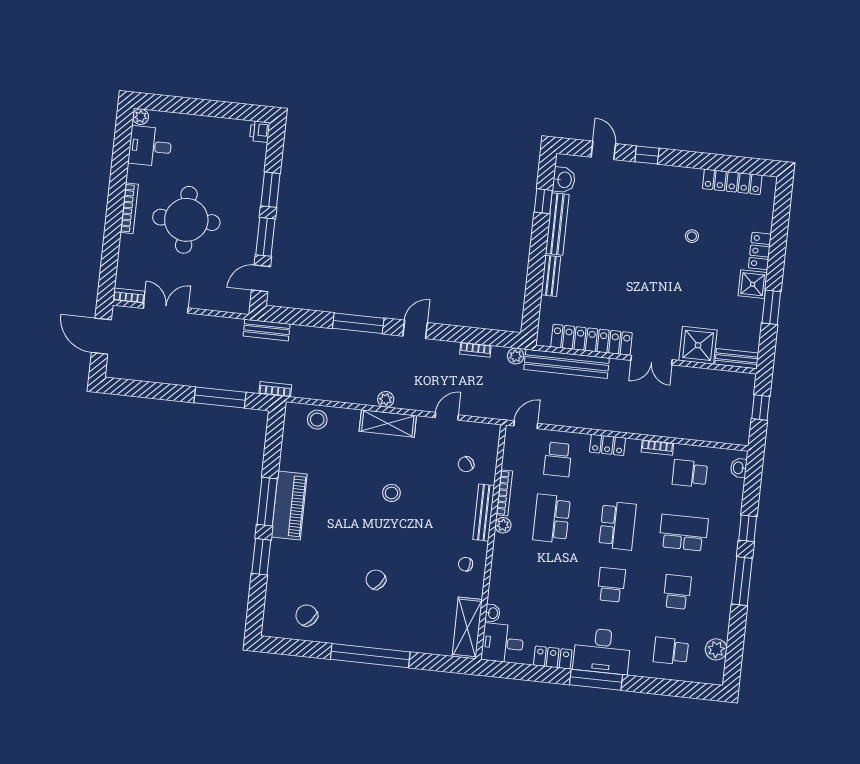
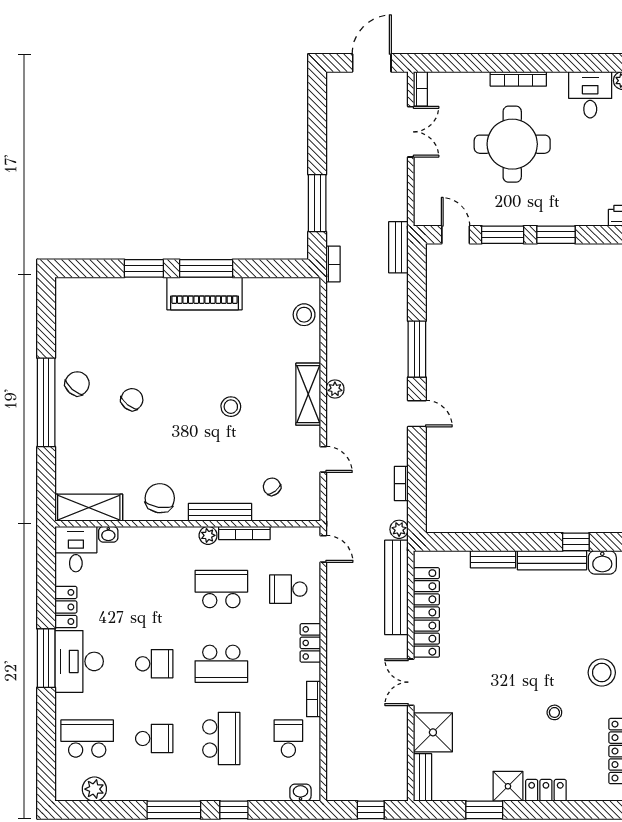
stool: (661, 191) -> (602, 673), added
chair: (466, 564) -> (160, 498), width x1.87, depth x1.87
chair: (307, 615) -> (77, 384), moved
school desk: (671, 651) -> (87, 739), width x1.85

